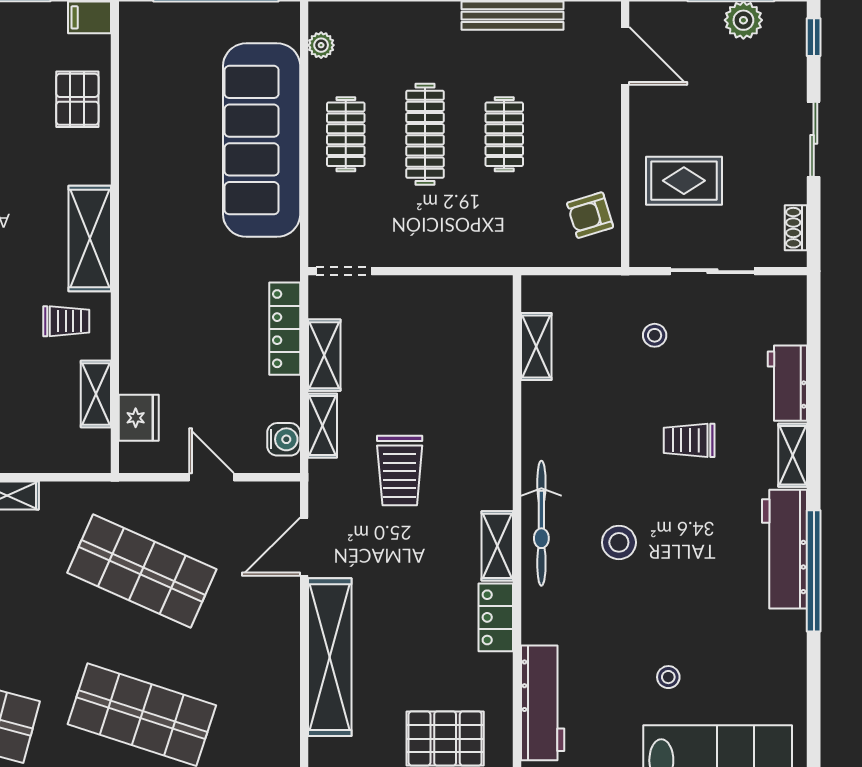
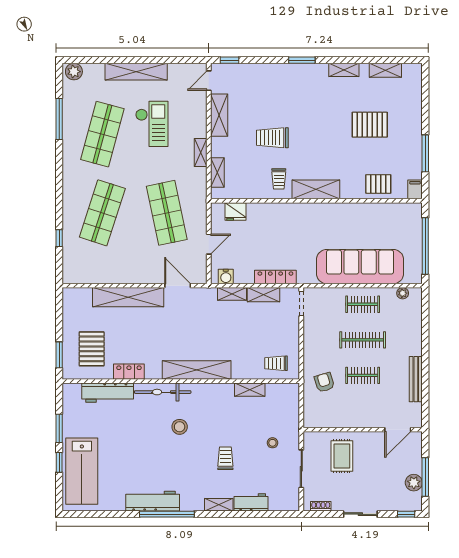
armchair: (590, 215) -> (324, 382), moved
shelving: (536, 347) -> (250, 390), moved
shelving: (96, 394) -> (217, 173), moved, turned 90
trolley: (400, 470) -> (276, 363), moved, width x0.73, depth x0.72
bicycle: (541, 523) -> (163, 392), moved
shelving: (497, 546) -> (197, 370), width x2.20, depth x1.33
workbench: (785, 549) -> (153, 501), moved
shop shelf: (142, 571) -> (167, 213), turned -36
locker: (496, 617) -> (129, 372), moved
stool: (668, 677) -> (119, 449), removed

